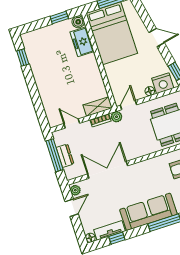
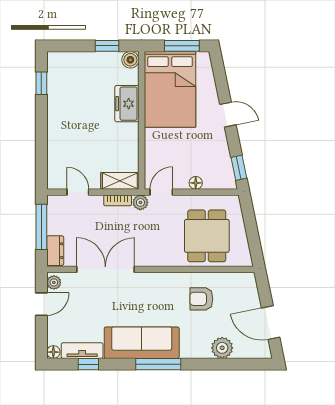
freezer: (82, 42) -> (127, 104), moved
nightstand: (163, 83) -> (216, 178), removed
dresser: (65, 156) -> (55, 251), moved

